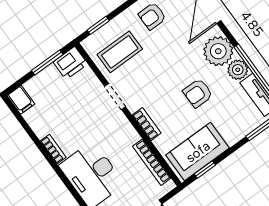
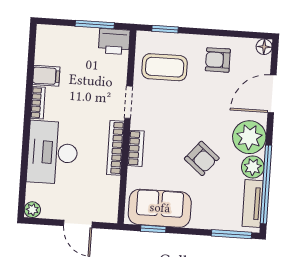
armchair: (198, 93) -> (202, 158), turned -140
filing cabinet: (21, 100) -> (46, 76), moved, turned -90
bookcase: (152, 162) -> (115, 148), moved

